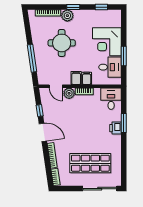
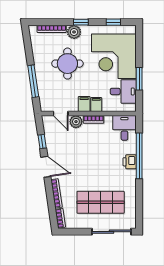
corner desk: (107, 42) -> (114, 56), width x1.36, depth x1.36
window: (124, 123) -> (139, 156), width x2.11

